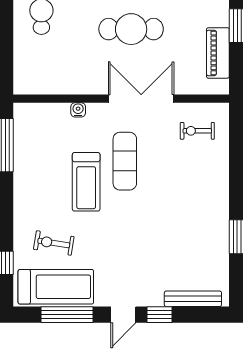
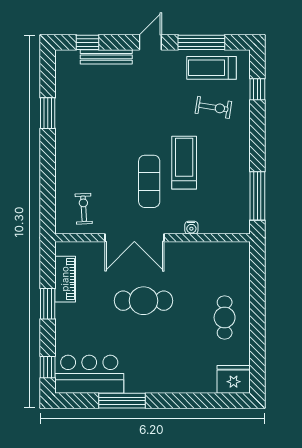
exercise bike: (197, 131) -> (84, 209), turned -93
treadmill: (56, 287) -> (211, 68), width x0.73, depth x0.73
bench: (193, 299) -> (106, 57), moved
window: (160, 315) -> (88, 42), moved

